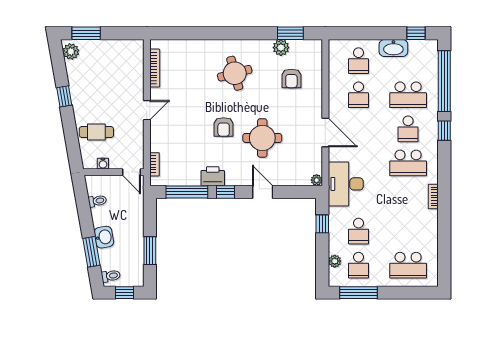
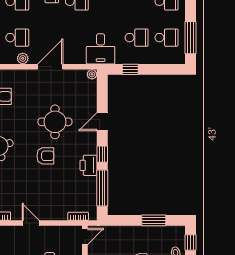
desk: (346, 184) -> (101, 49), width x0.73
plant: (335, 261) -> (23, 58), moved

